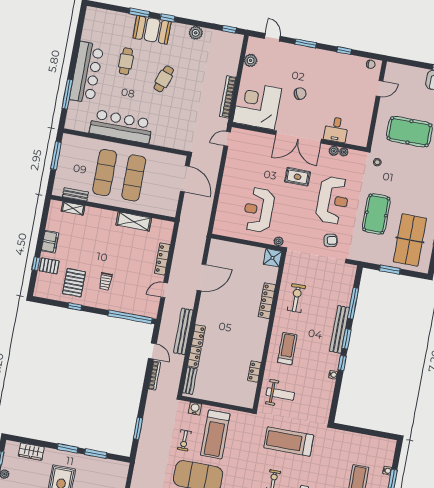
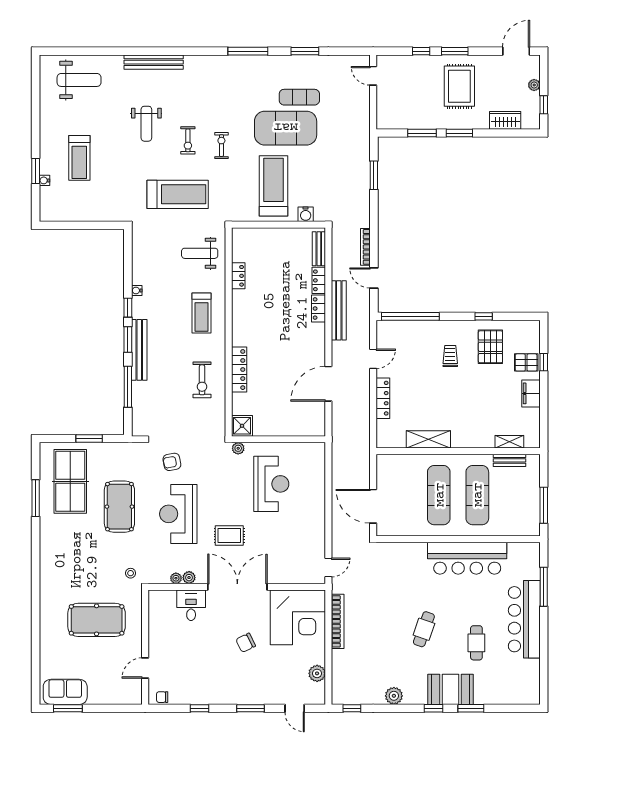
exercise bike: (184, 440) -> (221, 146), moved

